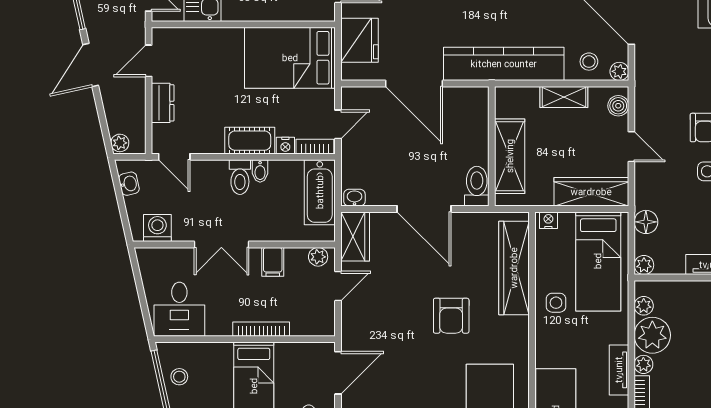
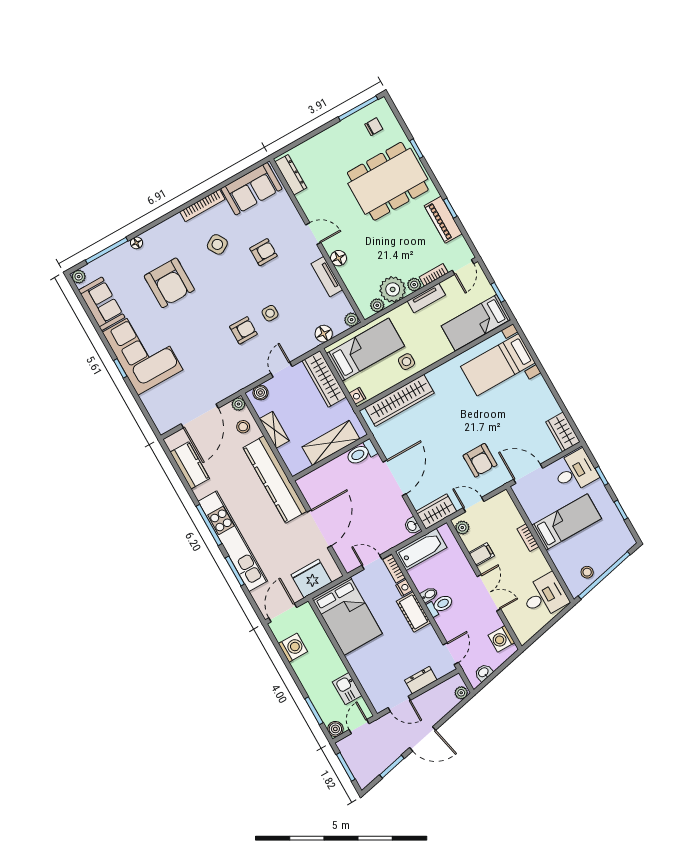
armchair: (451, 316) -> (480, 460), moved, turned 90
bookcase: (261, 329) -> (528, 538), width x0.64

